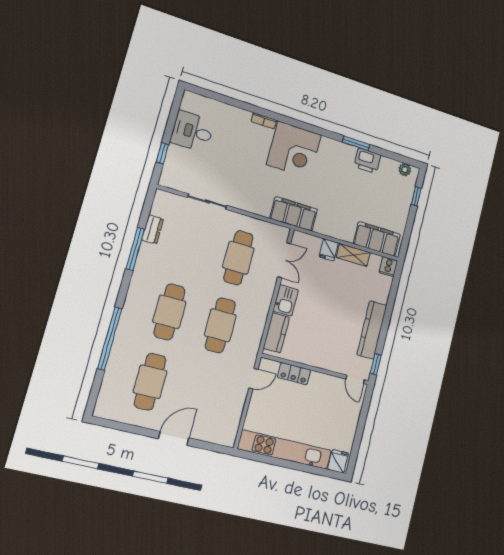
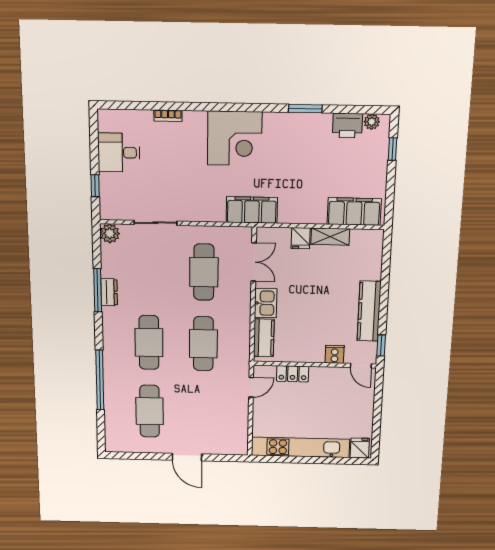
bookcase: (264, 121) -> (168, 116), moved
printer: (367, 161) -> (347, 125), moved
plant: (163, 199) -> (110, 233), added
dresser: (153, 229) -> (109, 292), moved
cooker: (388, 267) -> (335, 354), moved, turned 180
door: (174, 438) -> (187, 457), swing flipped

